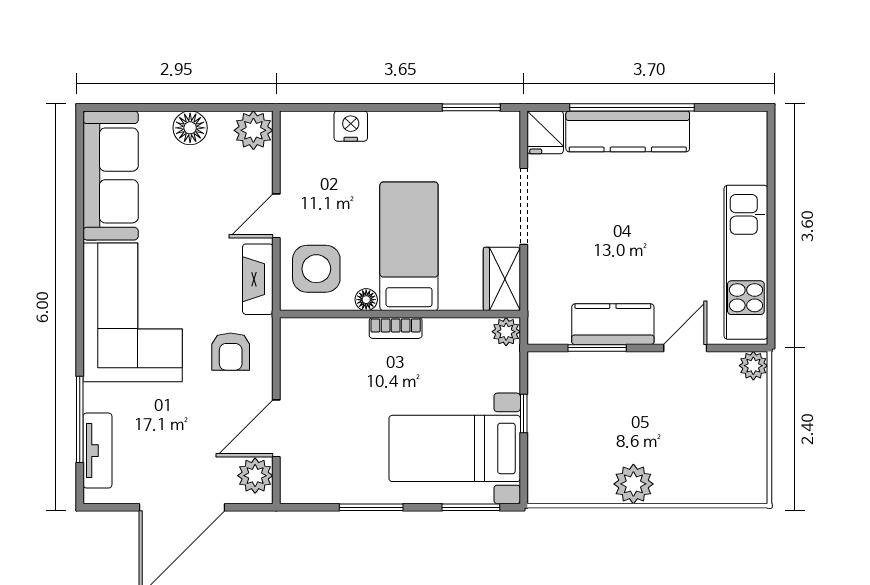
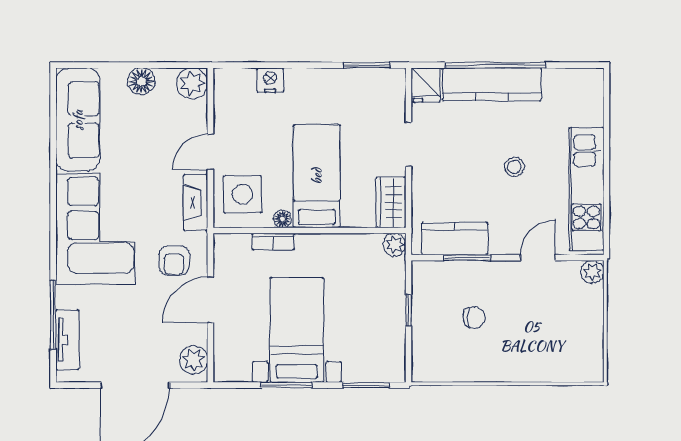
doorway: (524, 206) -> (408, 144), width x0.73
stool: (656, 235) -> (514, 167), added
kitchen counter: (613, 324) -> (455, 239), moved
bookcase: (396, 328) -> (273, 242), moved
chair: (606, 423) -> (474, 317), added
door: (276, 428) -> (210, 300), moved
bed with nightstands: (455, 448) -> (297, 330), moved, turned 90
plant: (633, 484) -> (496, 367), removed

